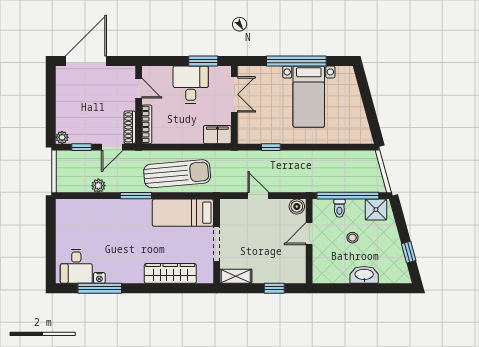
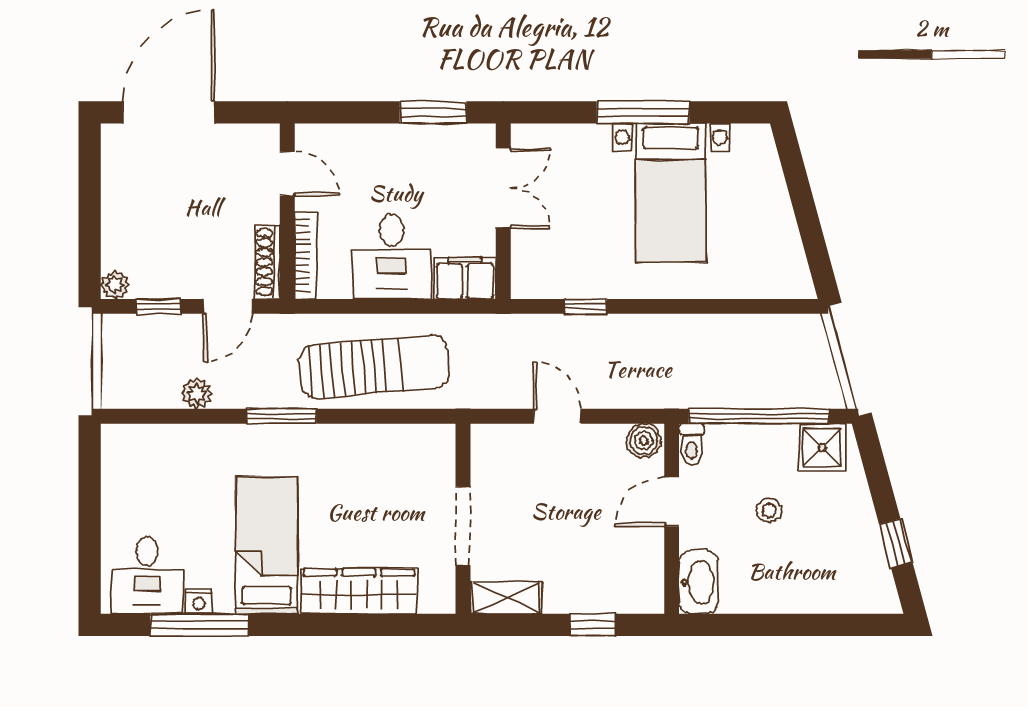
window: (296, 61) -> (643, 112), width x0.68
desk: (191, 85) -> (391, 257), moved, turned 180
toilet: (339, 208) -> (692, 444), moved
bed: (183, 213) -> (267, 545), moved, turned 90
washbasin: (364, 275) -> (698, 582), moved, turned 90

